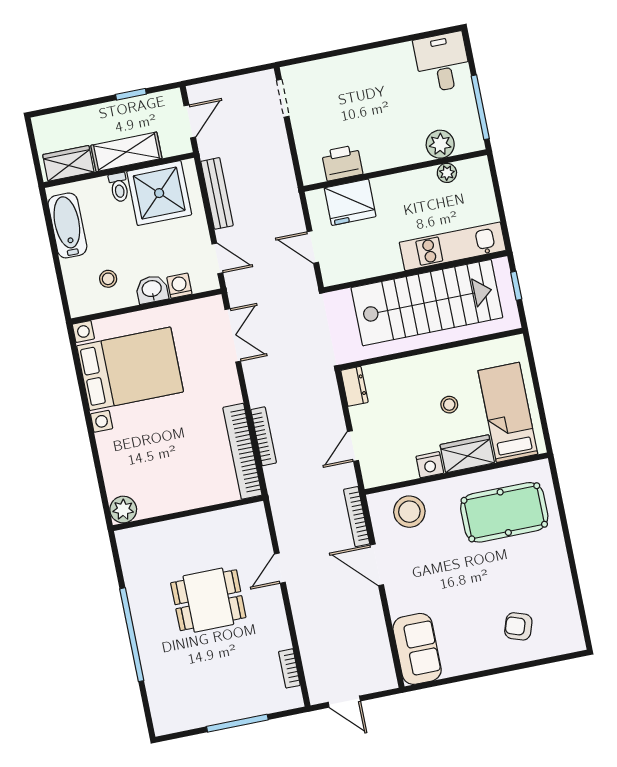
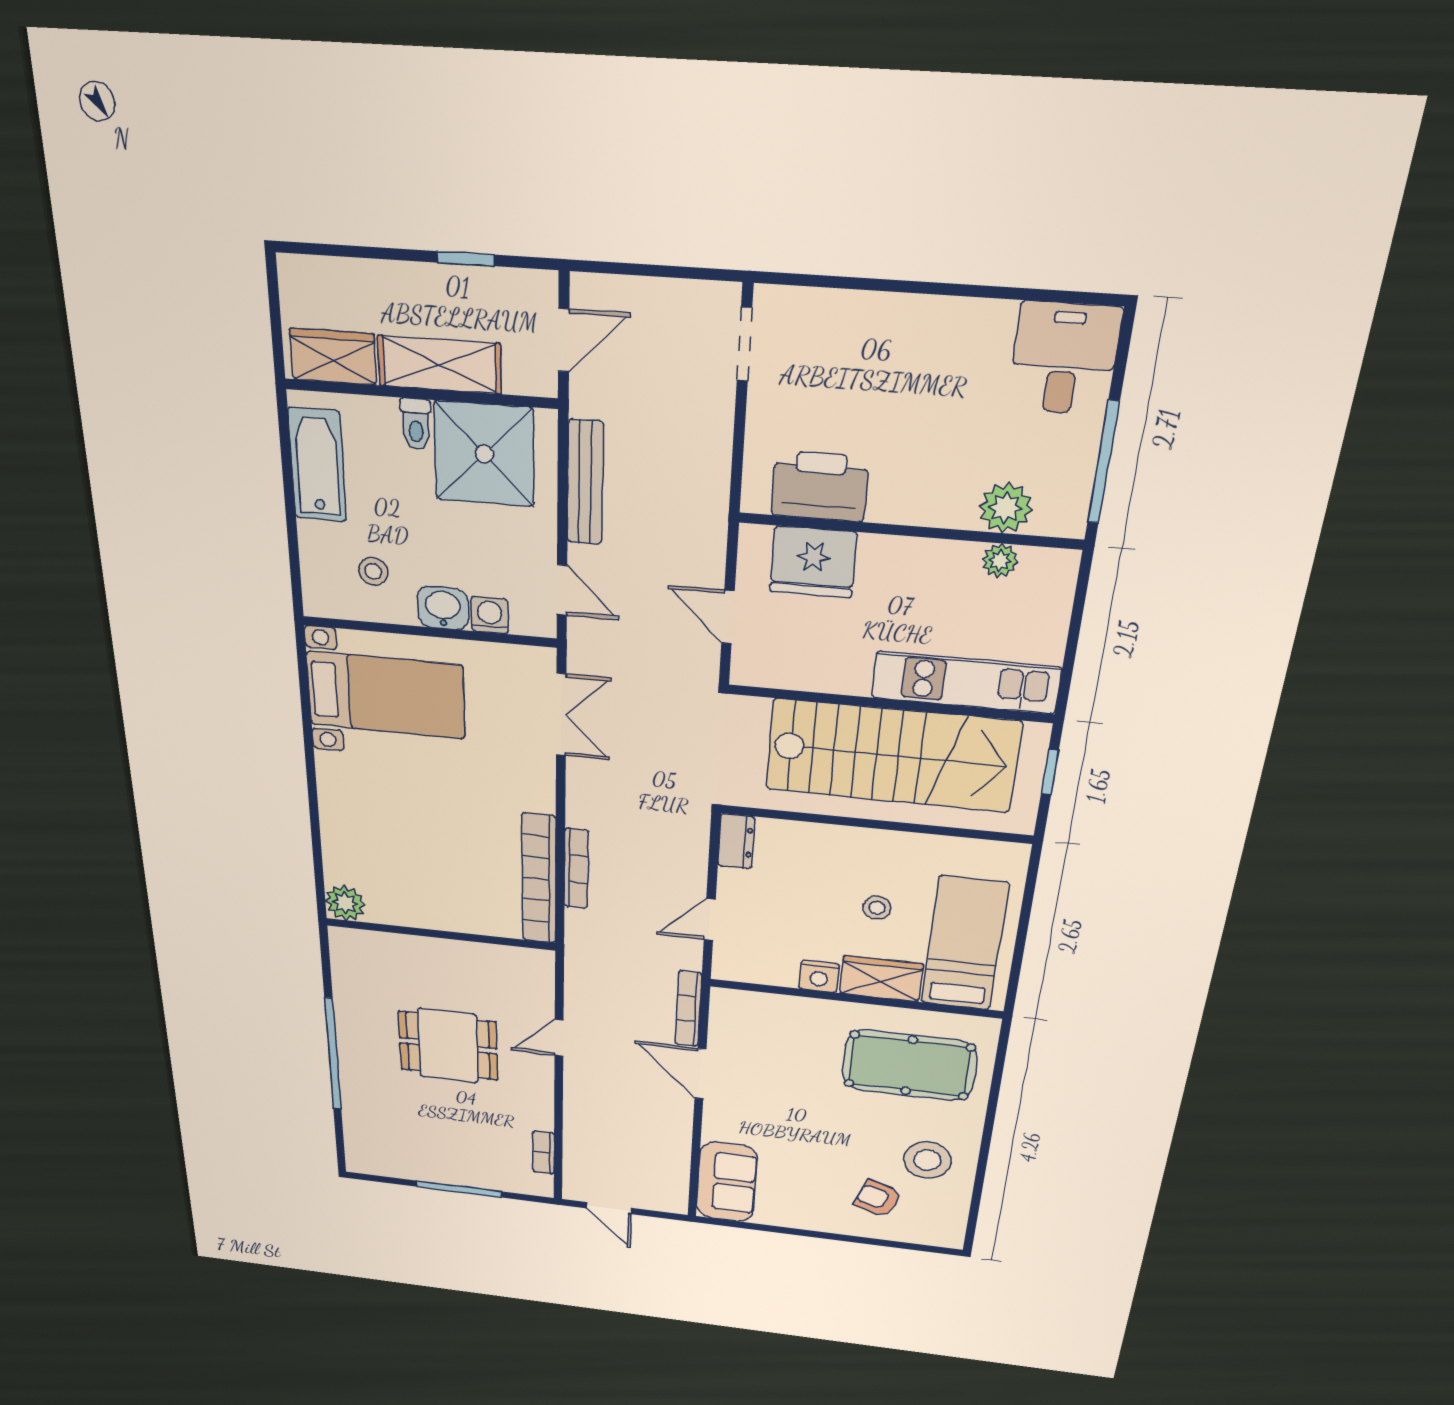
printer: (342, 163) -> (820, 486), width x1.37, depth x1.19
bed with nightstands: (130, 369) -> (386, 695), width x0.73
stool: (409, 512) -> (927, 1160), moved

